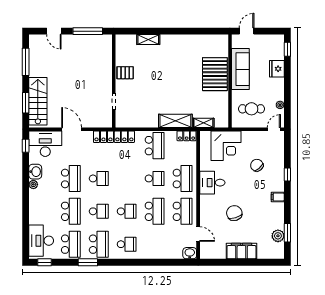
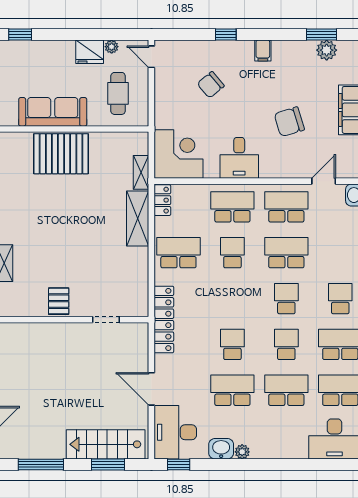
fridge: (277, 69) -> (90, 52), moved
door: (72, 129) -> (151, 389), hinge flipped
corner desk: (226, 146) -> (179, 154), moved

